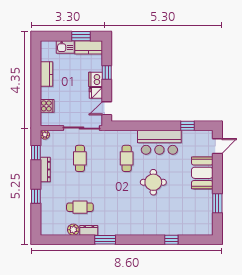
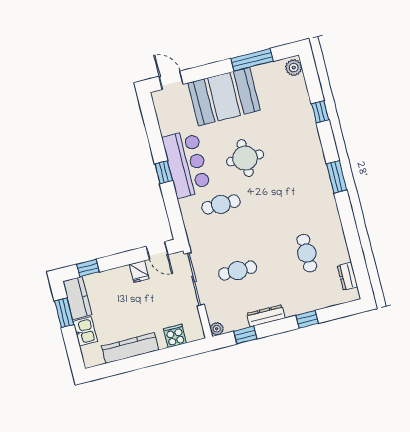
window: (107, 73) -> (88, 268), moved
kitchen counter: (47, 74) -> (130, 348), width x1.50
dishwasher: (96, 79) -> (120, 277), removed
window: (187, 126) -> (164, 172), moved
booth: (202, 173) -> (224, 97), width x1.36, depth x1.42
window: (217, 203) -> (252, 60), width x1.44
plant: (73, 230) -> (294, 68), moved
dresser: (89, 230) -> (347, 276), moved
window: (105, 240) -> (337, 177), moved

